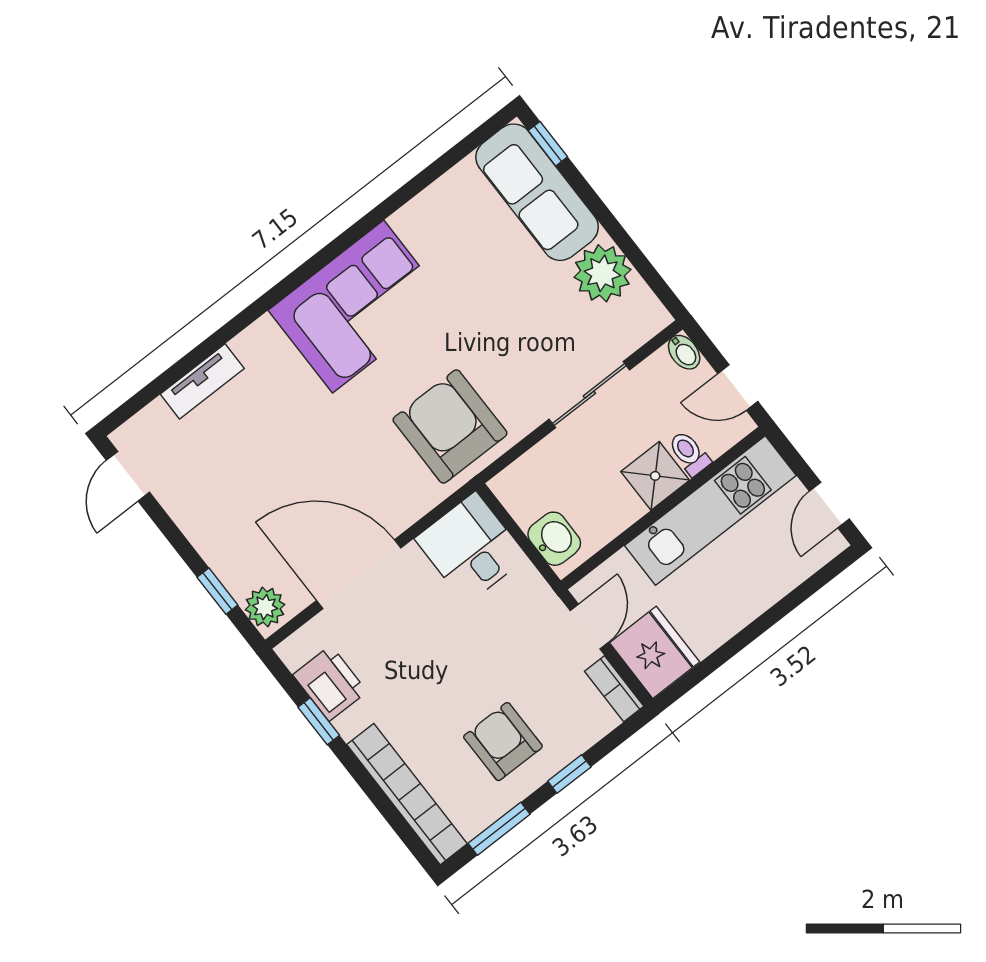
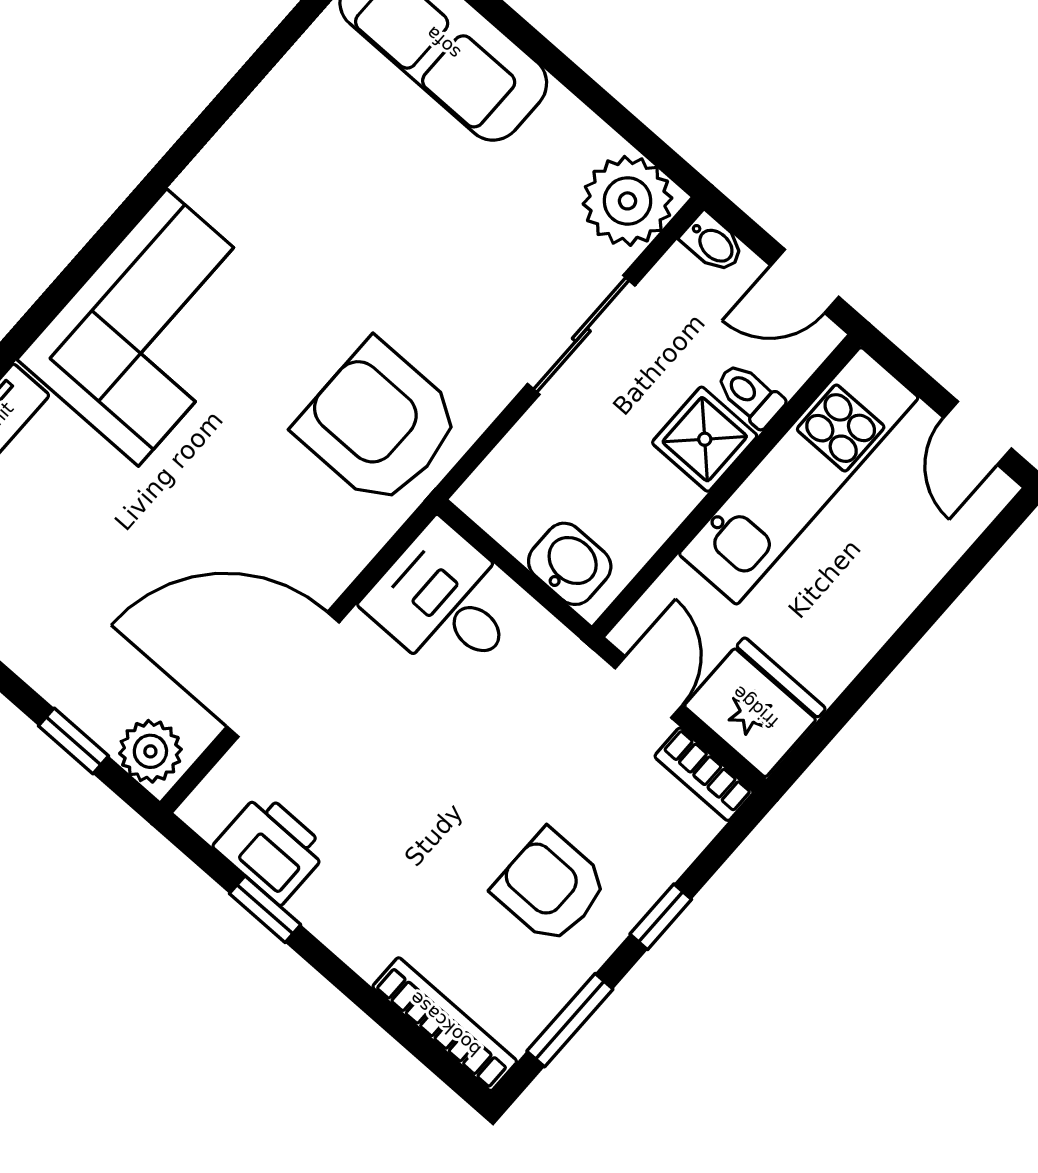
plant: (602, 273) -> (628, 201), moved
corner sofa: (358, 307) -> (153, 328), moved
bookcase: (407, 794) -> (445, 1024), width x0.68, depth x0.76

